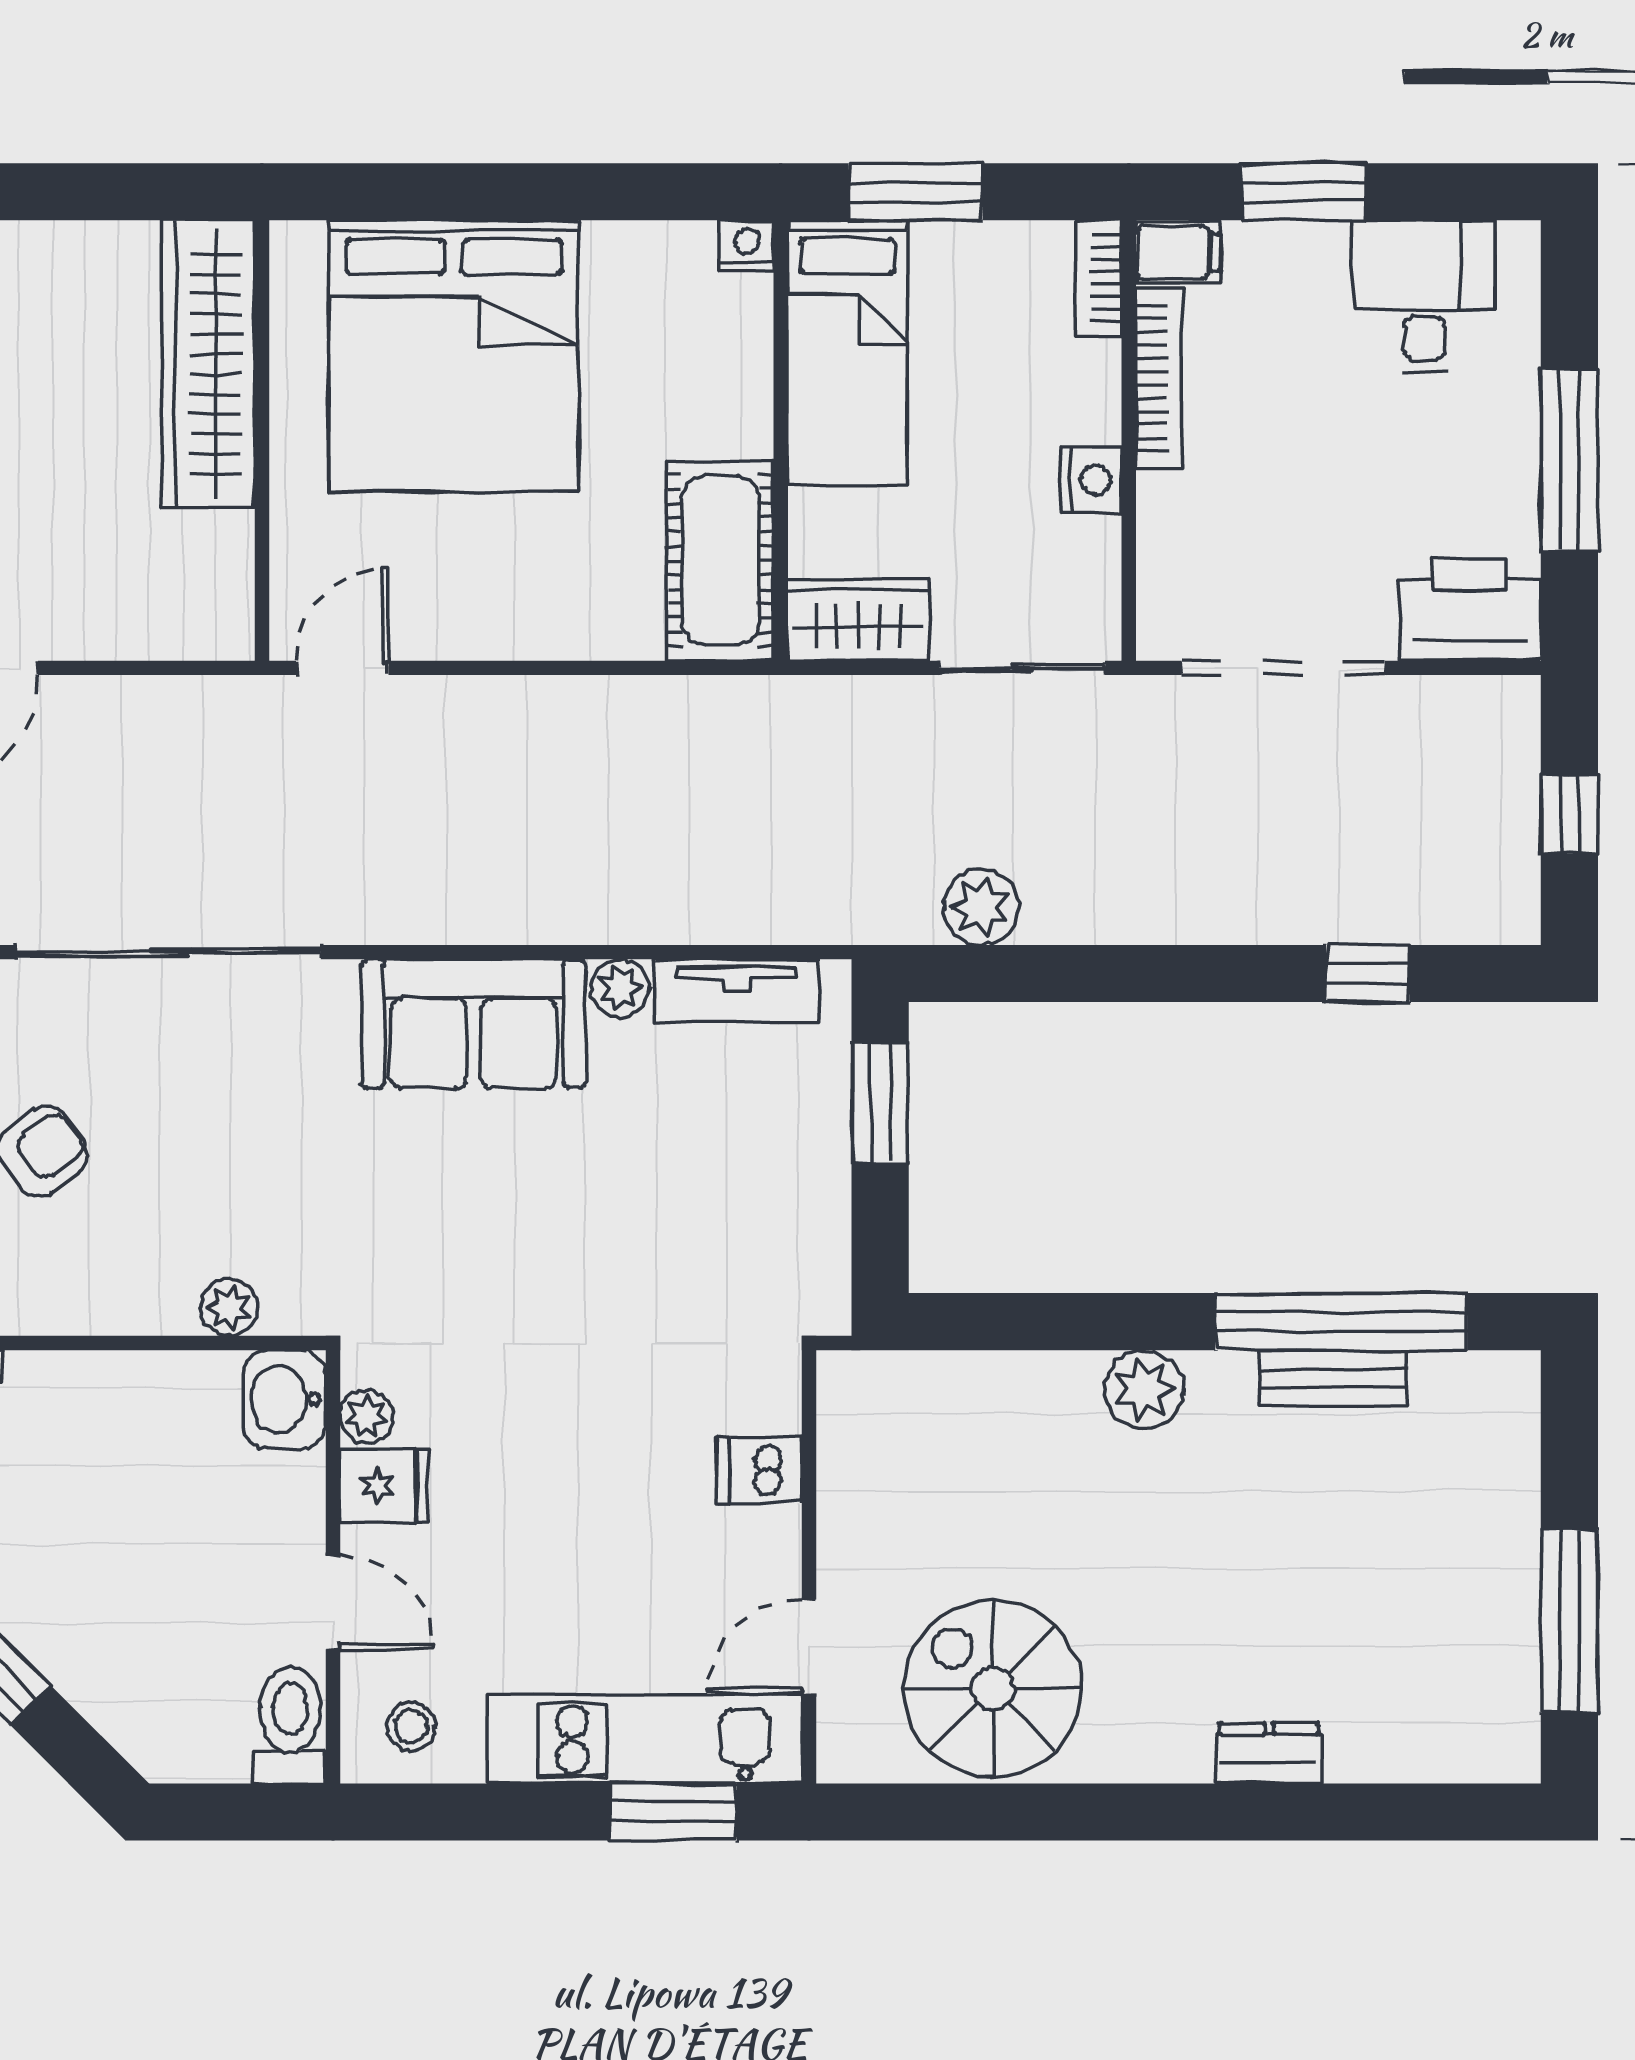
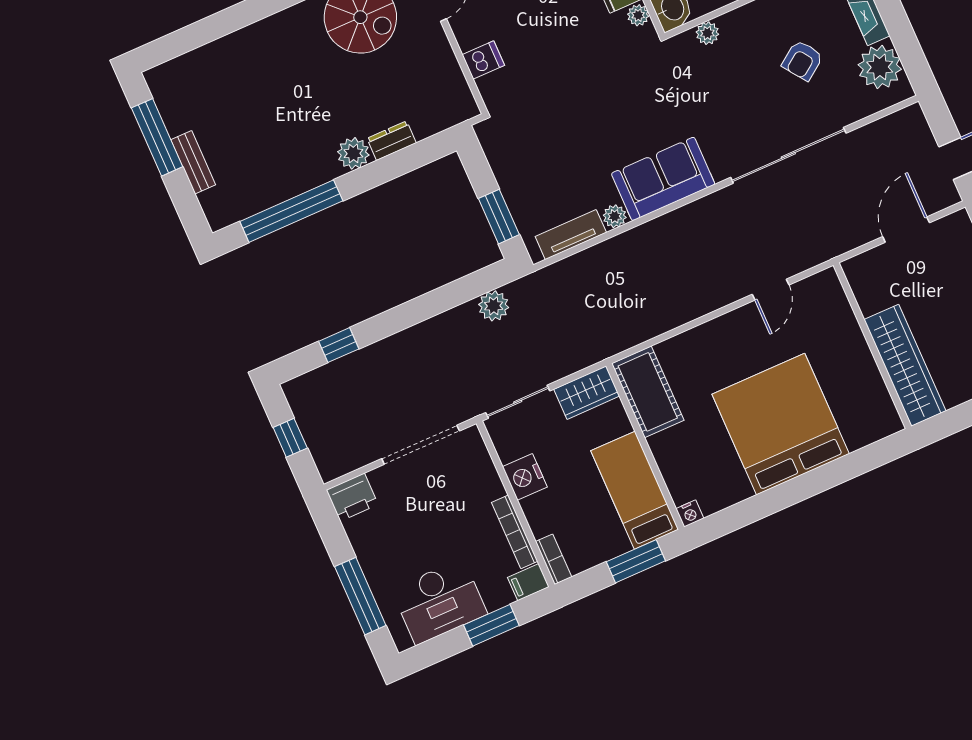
desk: (1424, 297) -> (439, 602), width x1.37
wardrobe: (208, 364) -> (905, 365), moved
wall: (262, 440) -> (872, 346), moved
window: (1569, 460) -> (360, 596), moved
nightstand: (1091, 480) -> (525, 477), width x1.36, depth x1.33
printer: (1470, 610) -> (352, 497), width x0.73, depth x0.84
bench: (1333, 1378) -> (193, 162), moved, turned 90
dresser: (1269, 1753) -> (392, 141), moved, turned 180

